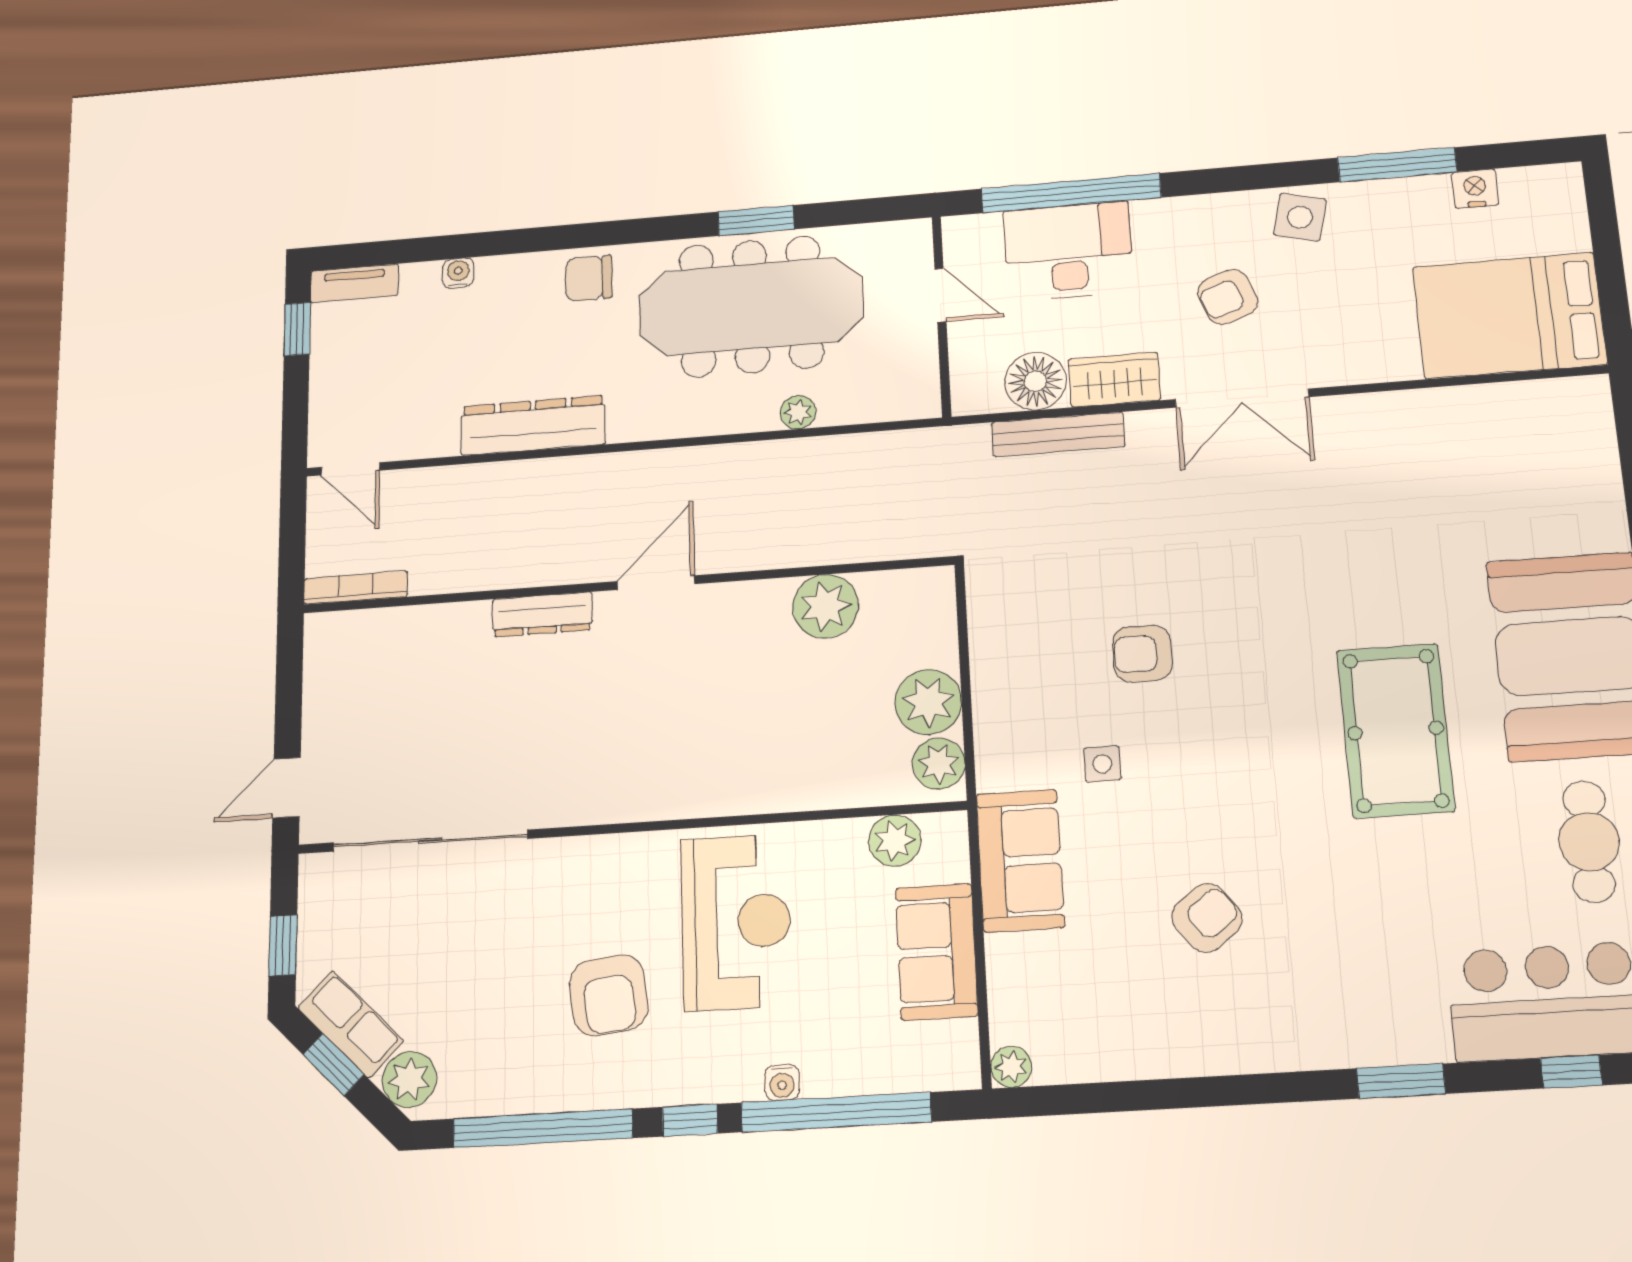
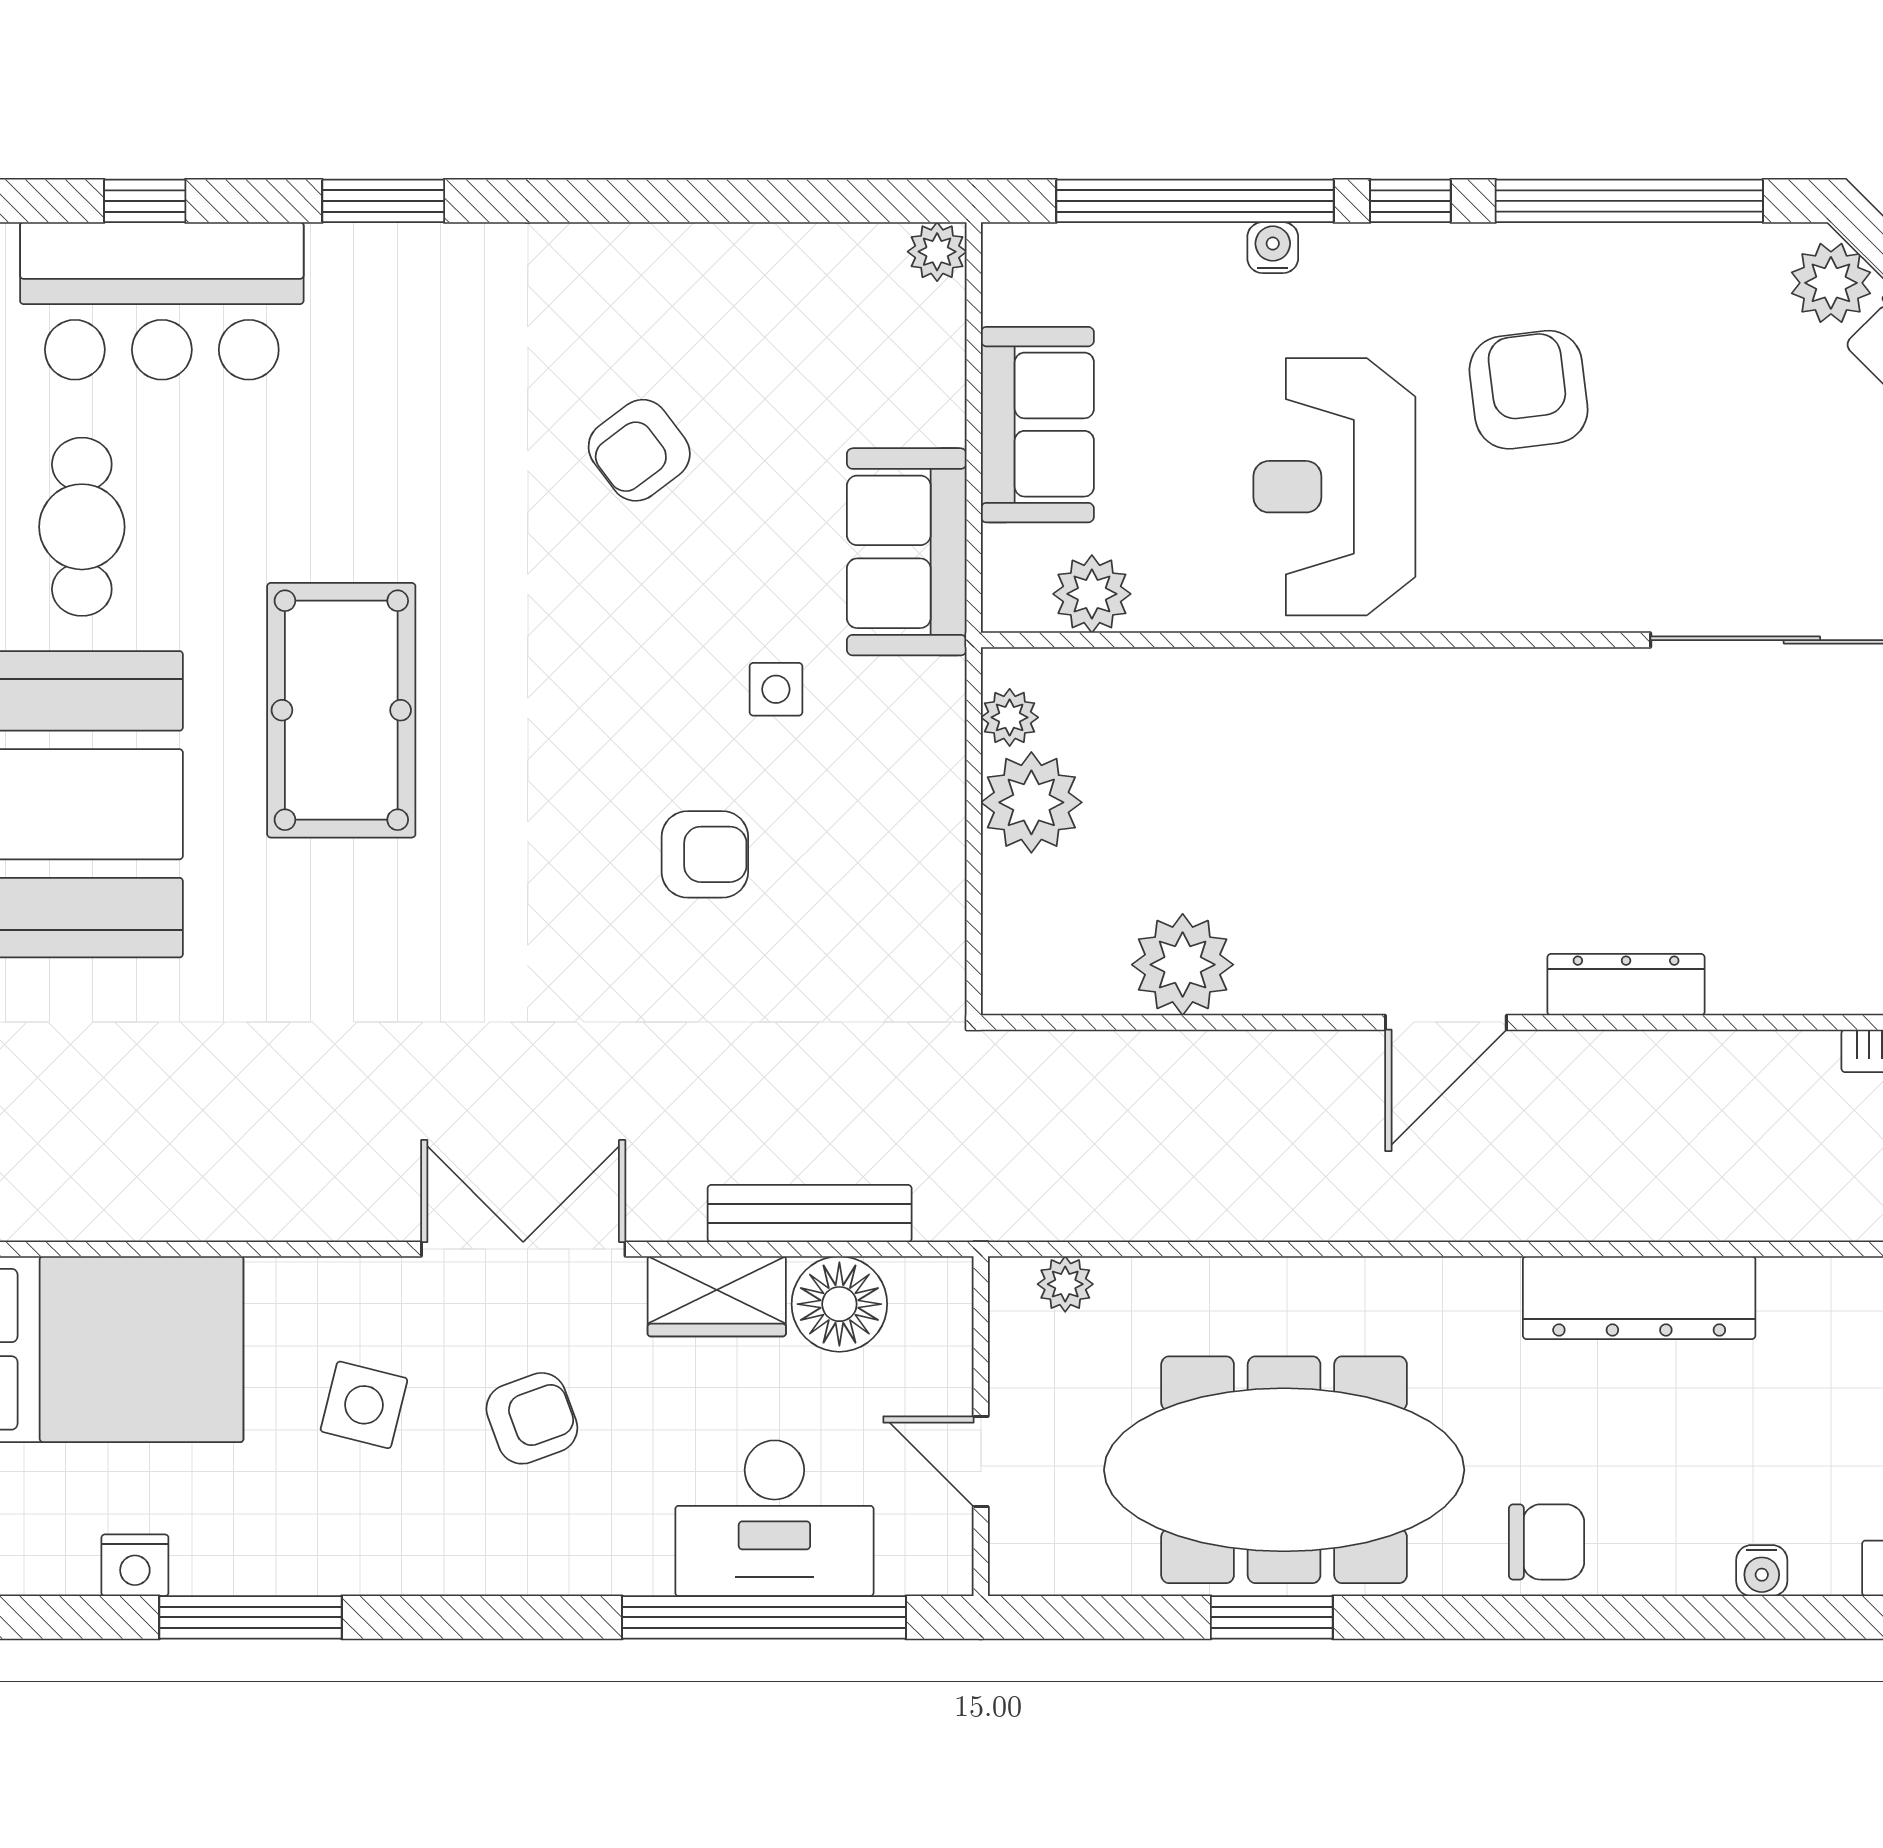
side table: (1300, 217) -> (364, 1405), moved
plant: (798, 412) -> (1065, 1284), moved
plant: (939, 764) -> (1010, 717), width x0.73, depth x0.73

